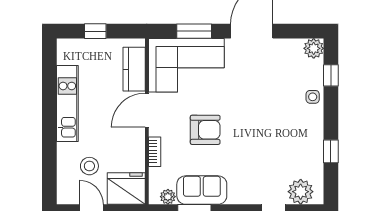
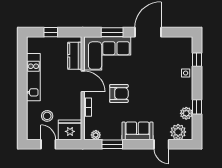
plant: (314, 48) -> (186, 113), moved
door: (147, 110) -> (83, 81), swing flipped
sofa: (202, 190) -> (137, 131), moved

